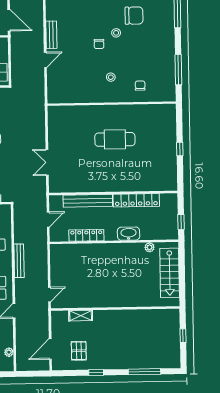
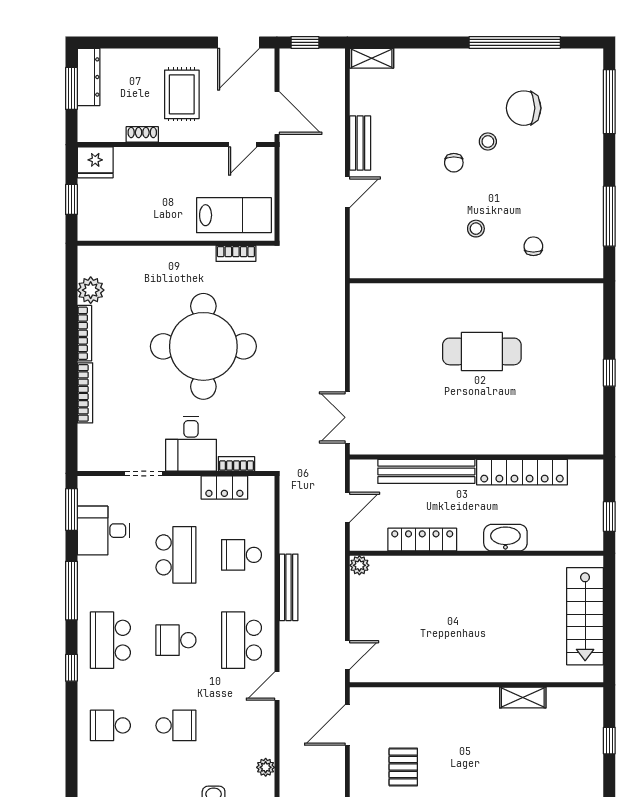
chair: (134, 16) -> (524, 108), turned 180
double door: (47, 162) -> (347, 417), moved
plant: (150, 247) -> (359, 565), moved
shelving: (81, 316) -> (523, 698), moved
door: (50, 349) -> (347, 725), moved

